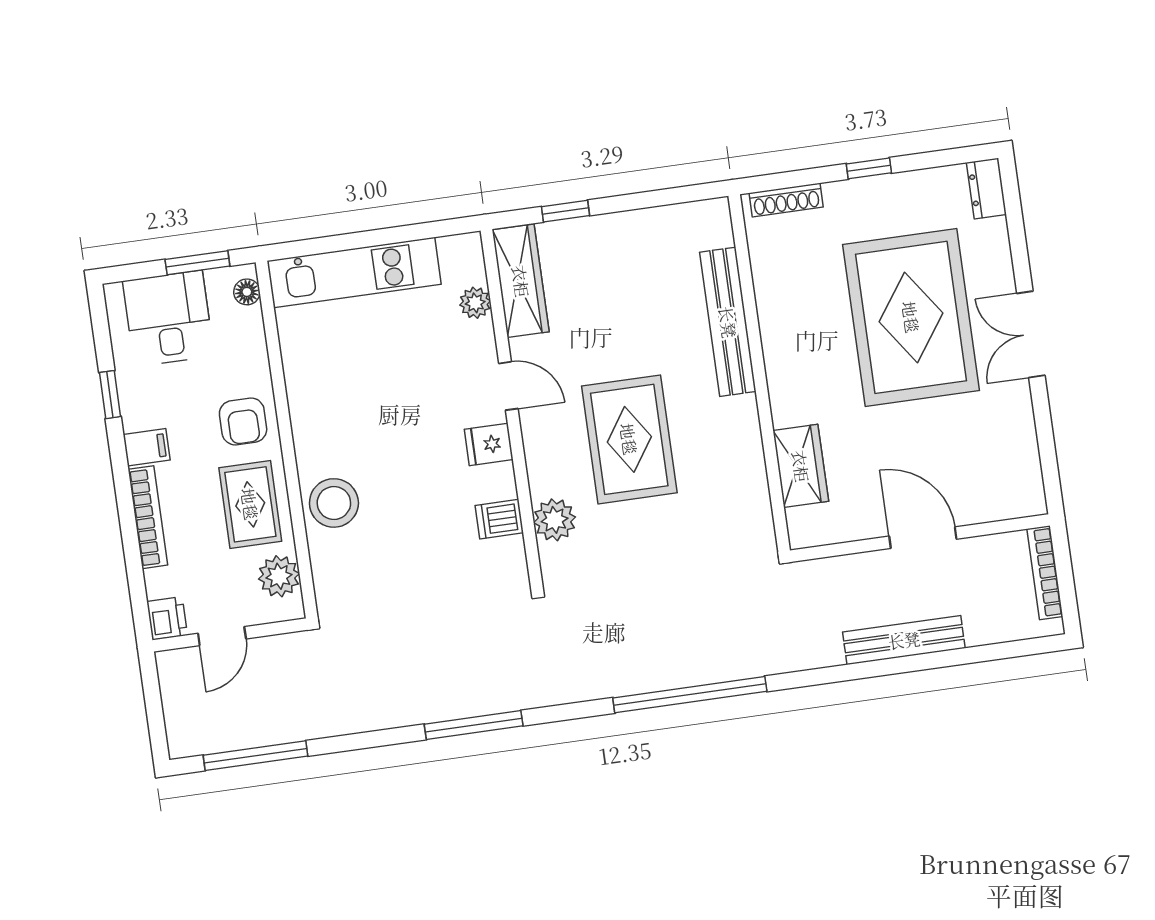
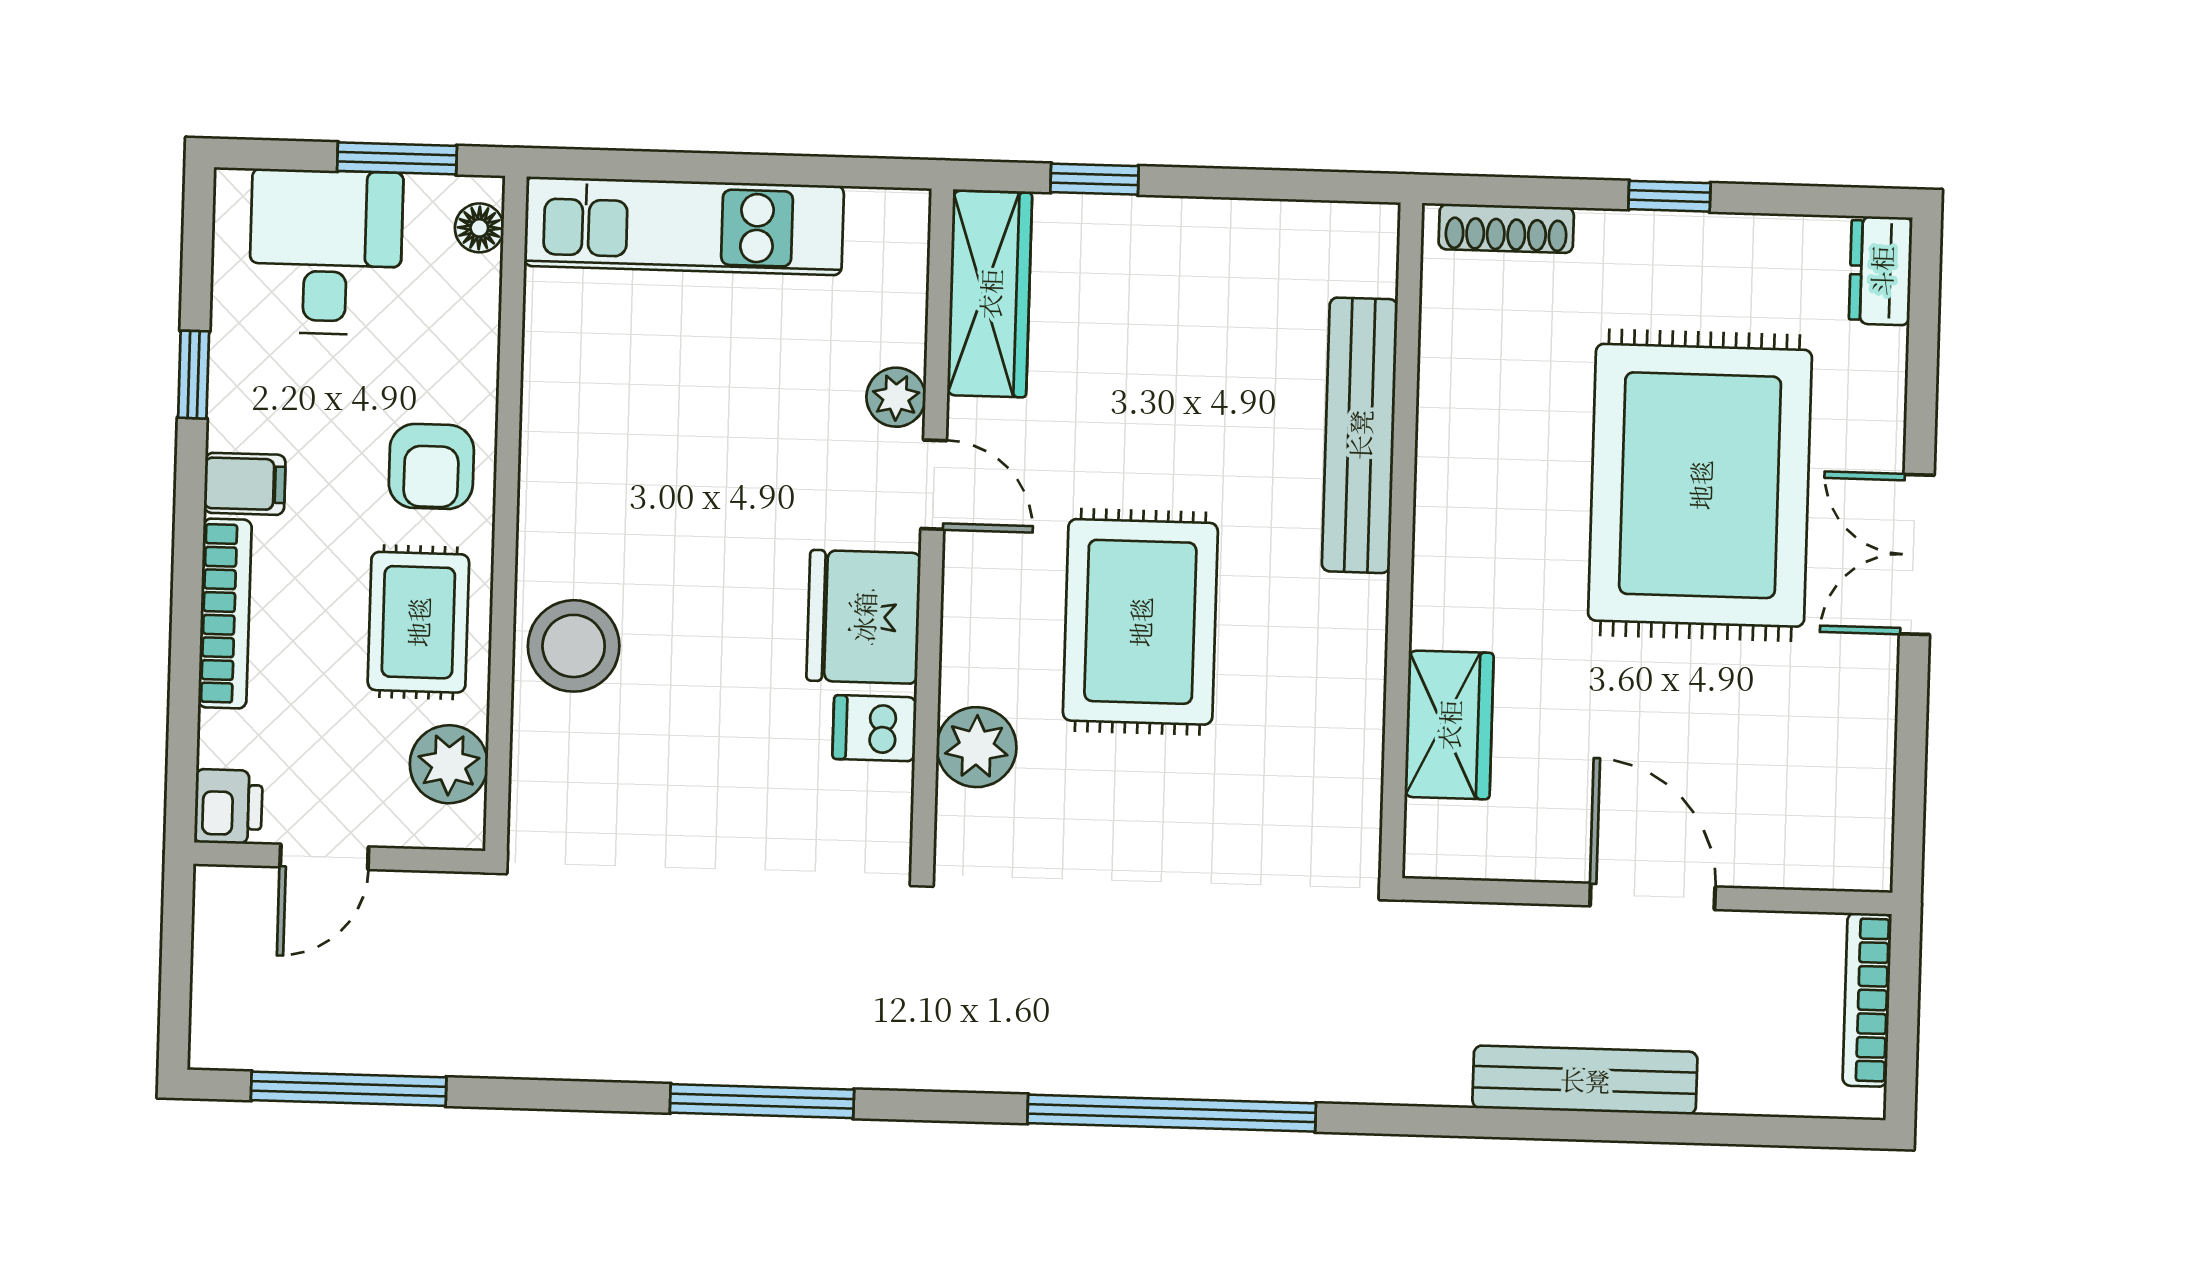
plant: (475, 303) -> (896, 397), moved
fridge: (489, 444) -> (864, 617), width x1.88, depth x1.34

